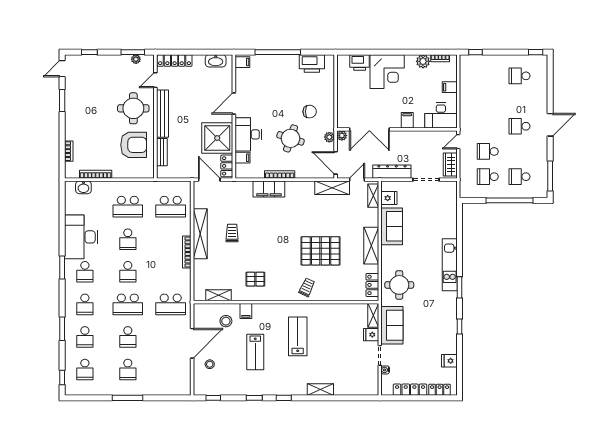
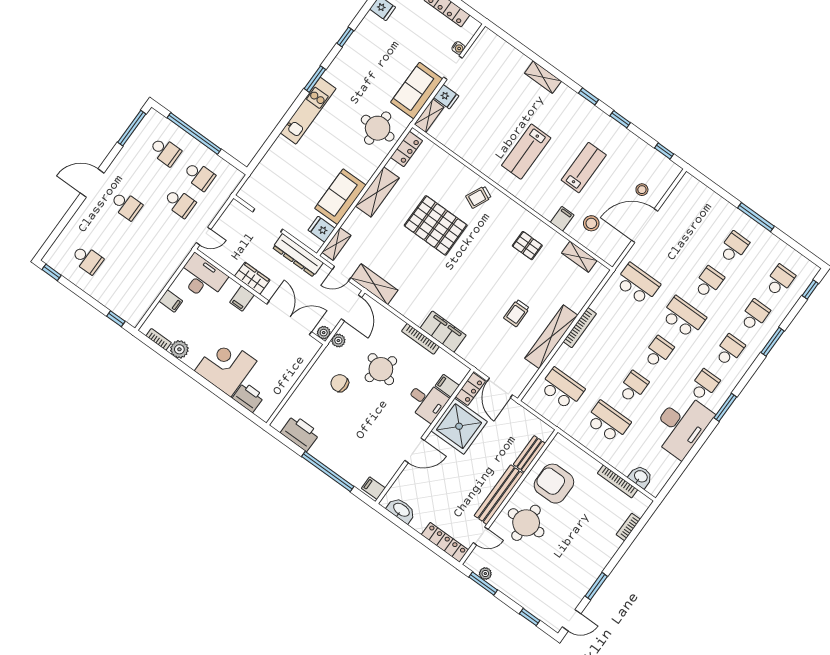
desk: (248, 134) -> (427, 401), width x0.73
wardrobe: (450, 165) -> (252, 278), moved, turned -90

